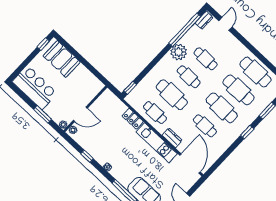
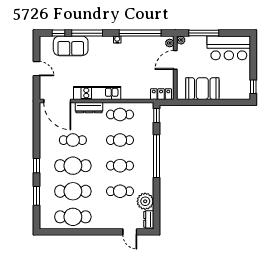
window: (185, 30) -> (156, 156), moved
plant: (179, 52) -> (145, 201), moved
booth: (62, 59) -> (202, 89), moved
cafe table: (172, 95) -> (120, 140), width x0.73, depth x0.74
window: (42, 114) -> (204, 33), width x1.44
locker: (133, 119) -> (161, 94), moved
dresser: (172, 138) -> (89, 108), width x1.44
window: (87, 156) -> (140, 33), width x3.17

